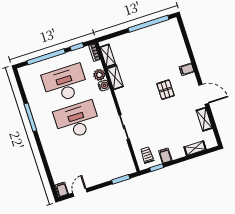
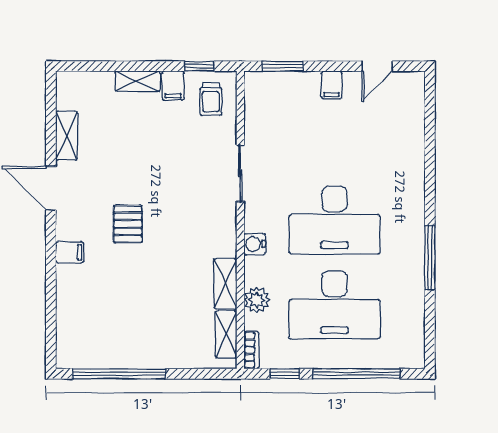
water cooler: (104, 86) -> (255, 244), moved
shelving: (195, 148) -> (138, 81), moved
filing cabinet: (62, 189) -> (332, 85), moved

